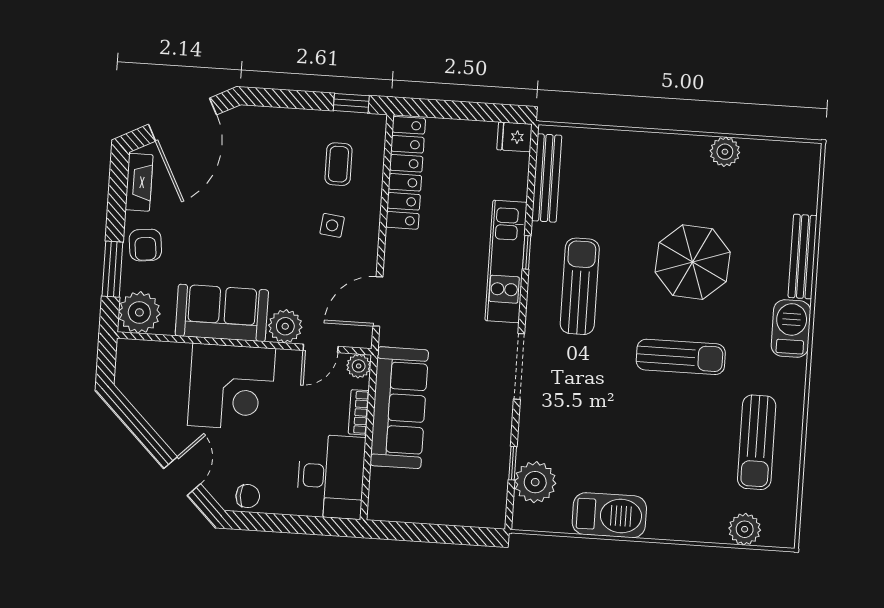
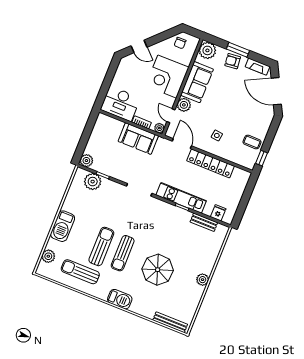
fridge: (515, 137) -> (218, 213), moved
plant: (725, 152) -> (203, 280), moved
coffee table: (339, 164) -> (252, 142), moved
locker: (406, 173) -> (211, 163), moved
bench: (547, 178) -> (204, 222), width x0.73
bench: (803, 257) -> (170, 322), moved
window: (112, 269) -> (238, 50), moved
sun lounger: (580, 286) -> (101, 246), moved, turned -90
sofa: (399, 408) -> (138, 139), width x0.73
chair: (248, 496) -> (180, 43), moved
plant: (491, 513) -> (86, 161), added
barbecue: (609, 515) -> (63, 226), moved

